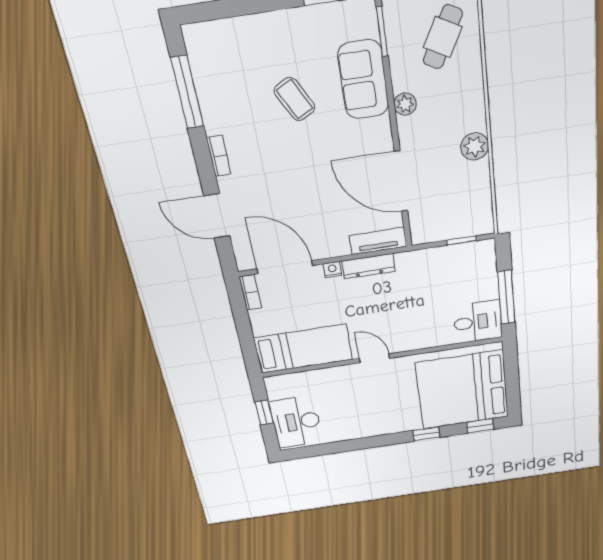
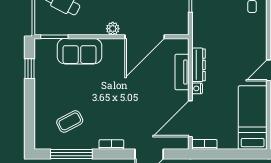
coffee table: (295, 99) -> (70, 121), moved
plant: (405, 104) -> (113, 29), moved
tv unit: (378, 241) -> (182, 72), moved

